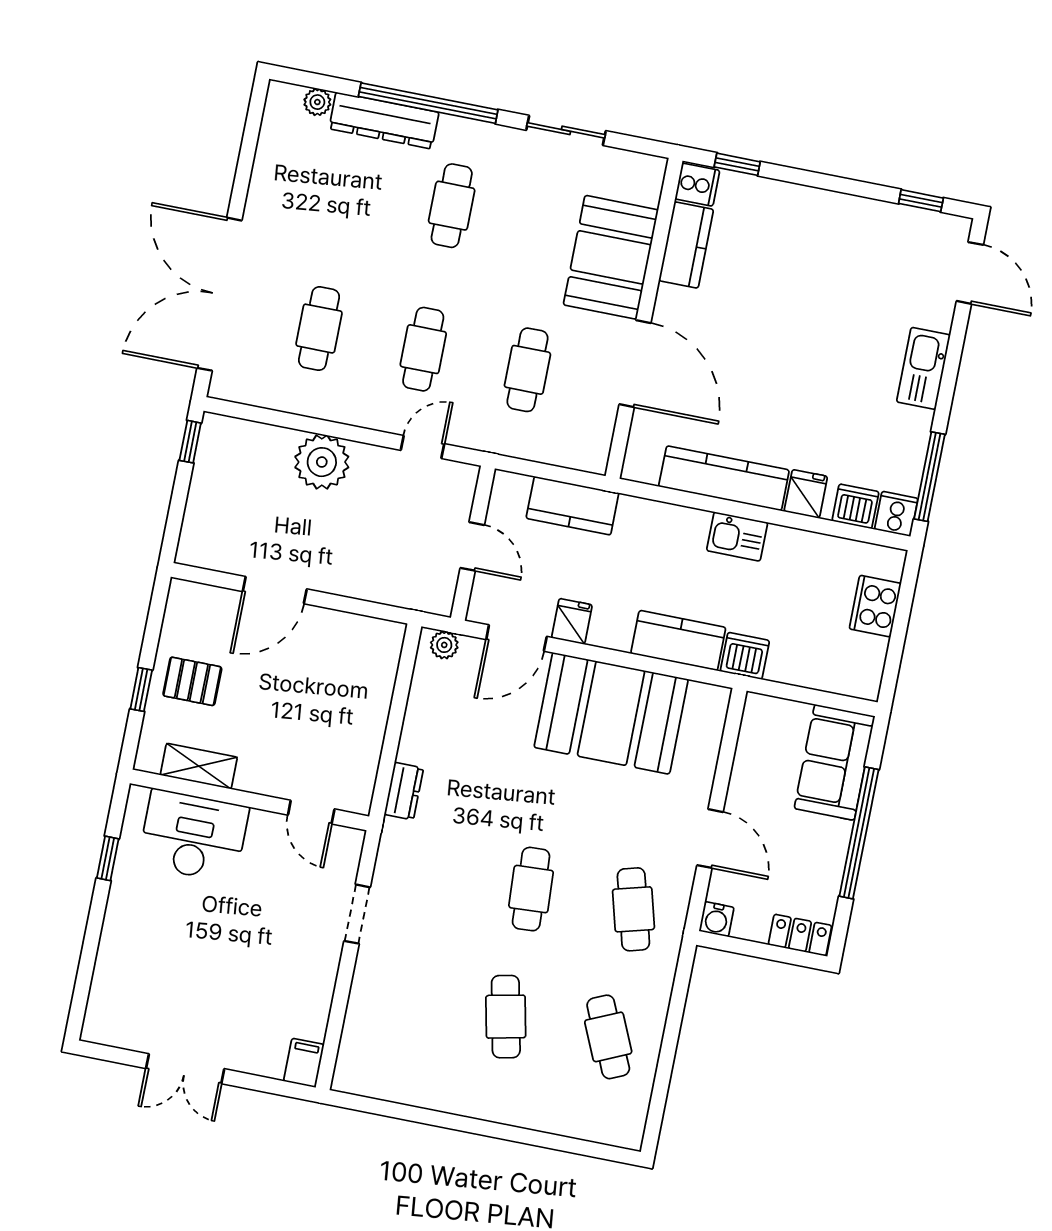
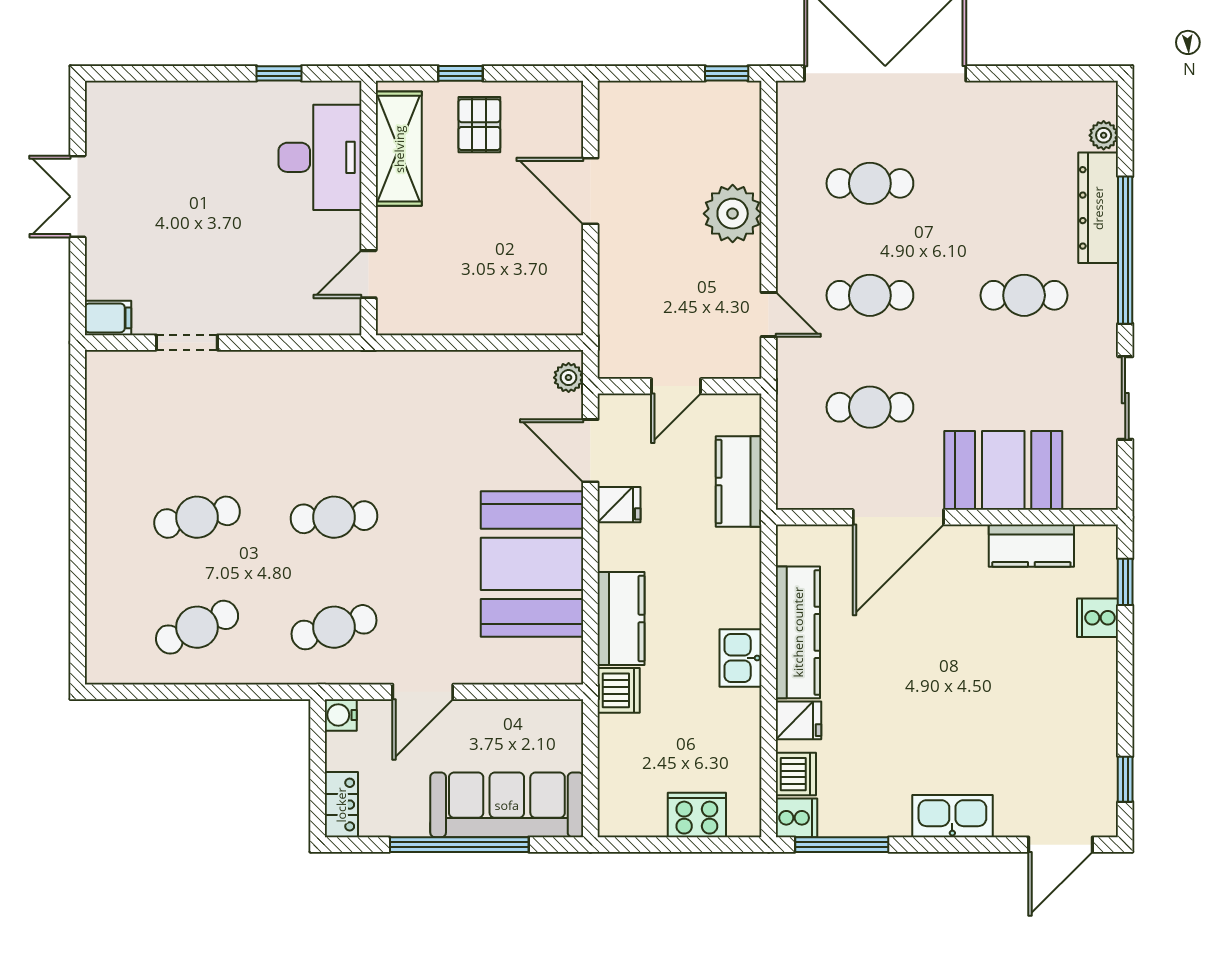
cooker: (697, 185) -> (1098, 618), moved, turned 90
sofa: (834, 762) -> (507, 805), width x1.36
shelving: (199, 766) -> (399, 149), width x1.50, depth x1.33
dresser: (404, 791) -> (409, 366), removed
doorway: (357, 914) -> (187, 343), moved

